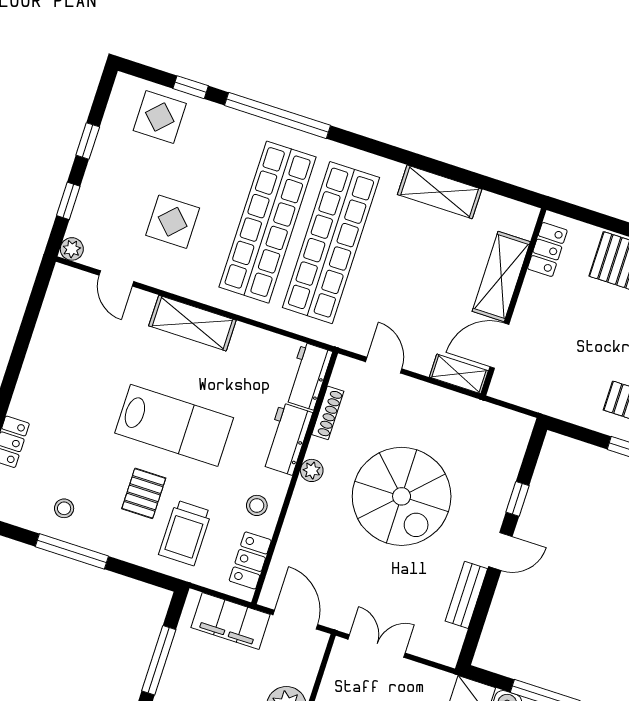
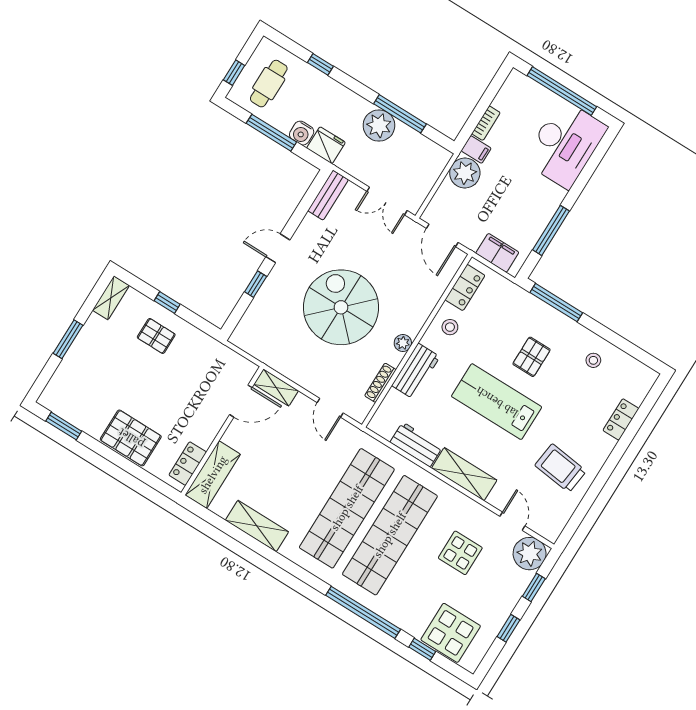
display table: (160, 117) -> (451, 633), width x1.36, depth x1.36
plant: (72, 249) -> (530, 554), width x1.87, depth x1.87
shelving: (501, 276) -> (213, 475), moved
workbench: (308, 376) -> (416, 444), moved, turned -90
trolley: (185, 533) -> (561, 468), moved, turned -83
window: (72, 551) -> (556, 303), moved
bench: (466, 595) -> (328, 195), moved
filing cabinet: (231, 621) -> (497, 253), width x0.67, depth x0.86

